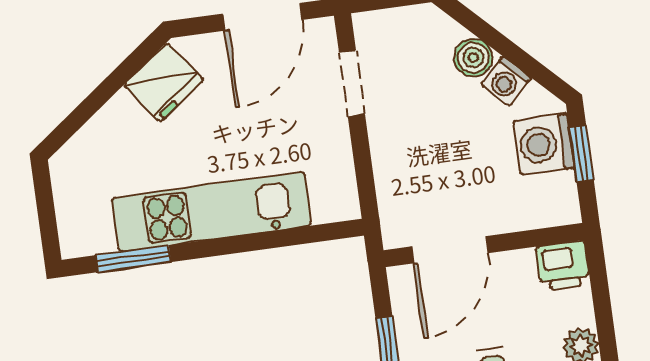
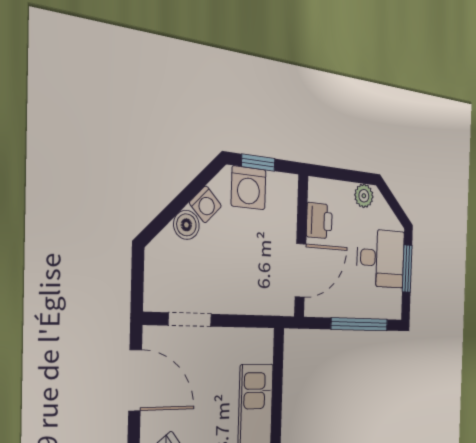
door: (450, 250) -> (300, 270), hinge flipped
printer: (563, 266) -> (319, 221), moved

